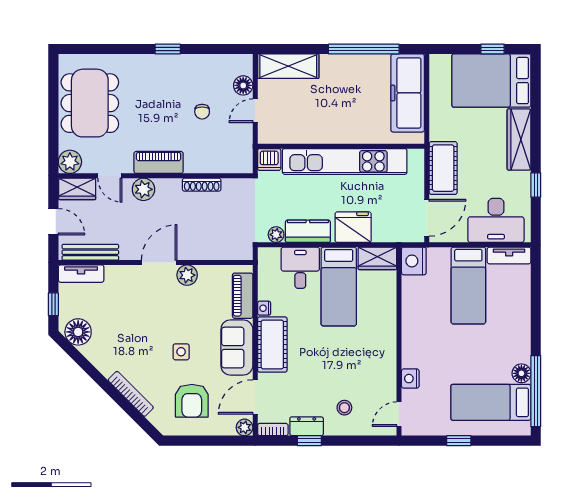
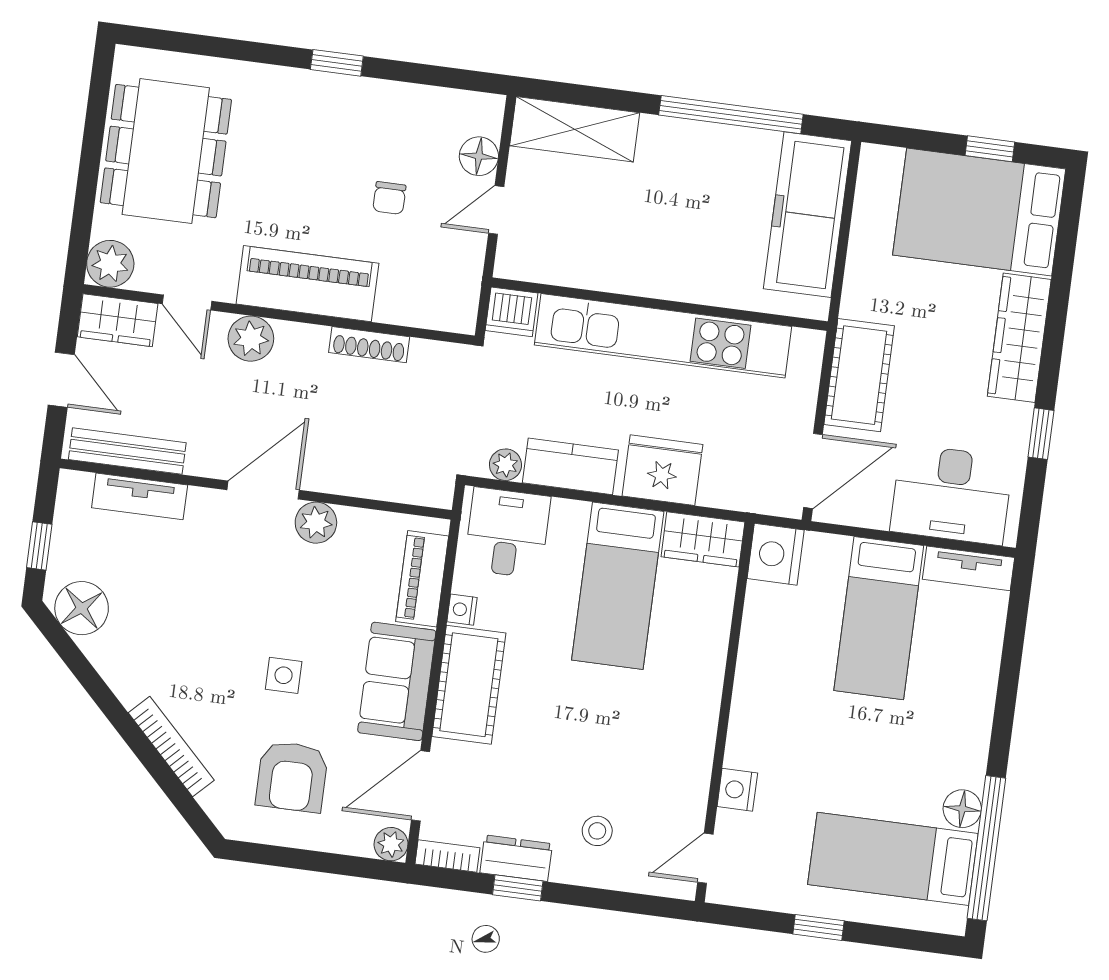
piano: (159, 162) -> (307, 284), width x1.37, depth x1.33
desk: (300, 268) -> (507, 533), moved
tv unit: (81, 274) -> (140, 496), moved

